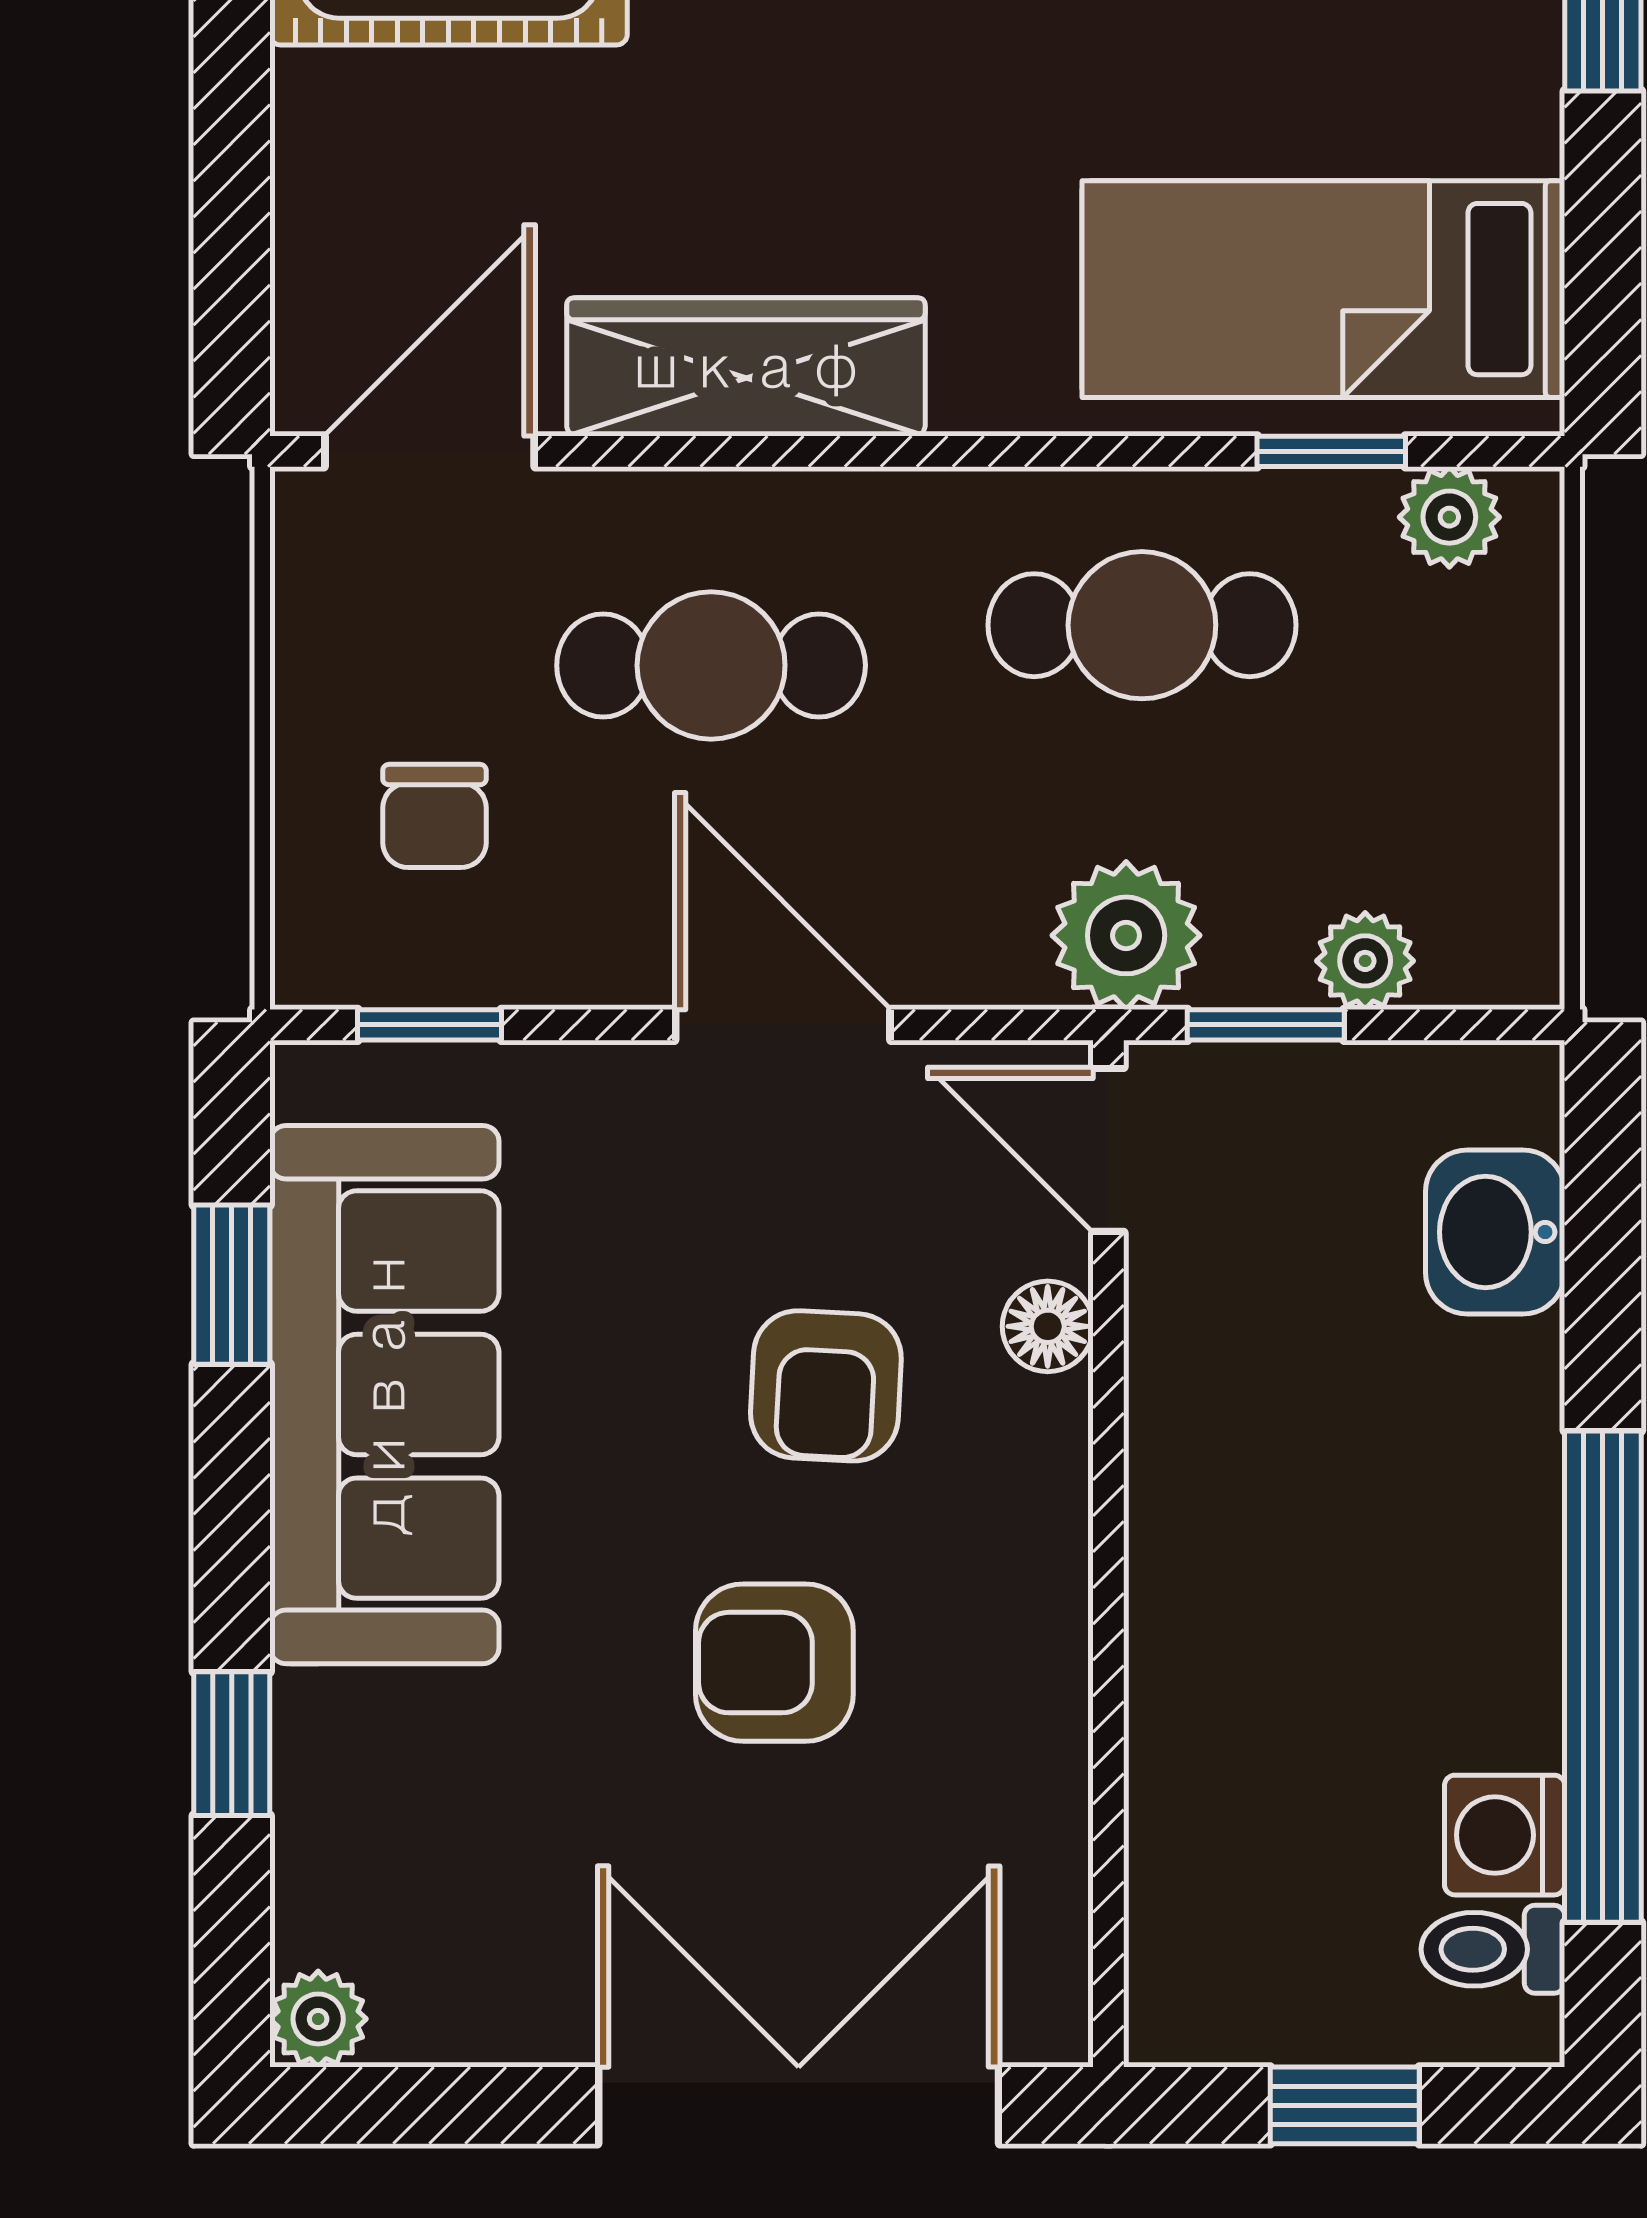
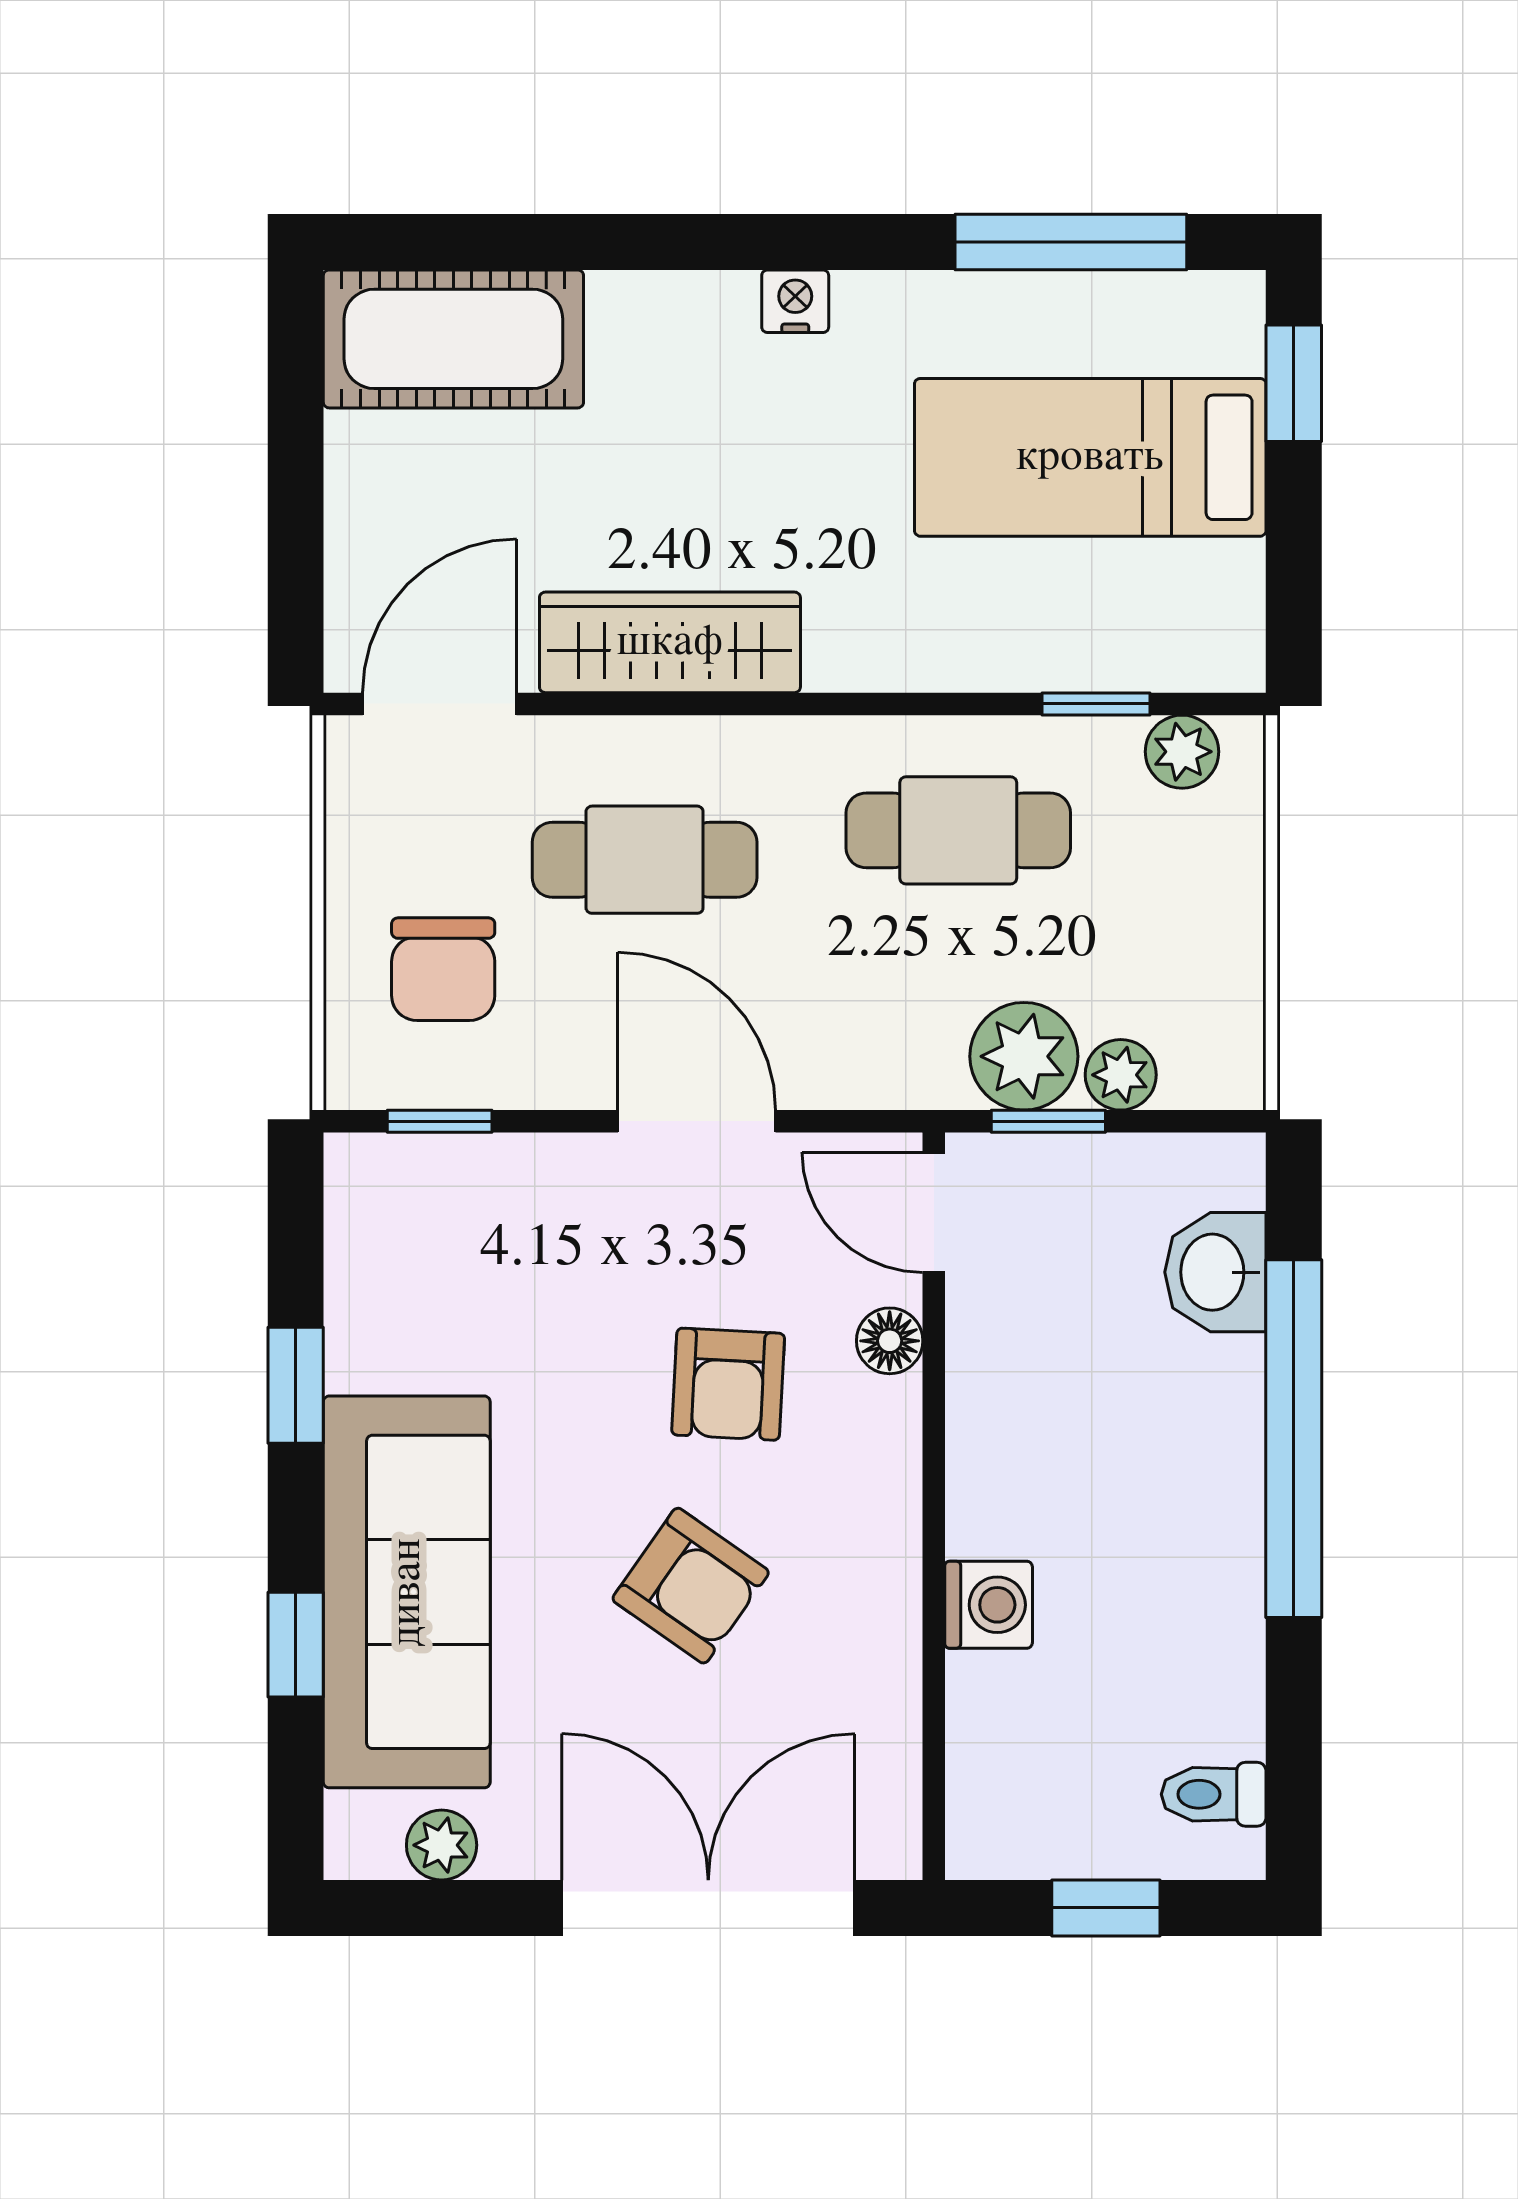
bed: (1323, 289) -> (1090, 457), moved
chair: (434, 816) -> (443, 969), width x1.37, depth x1.37
plant: (1126, 935) -> (1024, 1056), moved
window: (232, 1285) -> (296, 1385), moved
sofa: (384, 1395) -> (407, 1592), moved
armchair: (774, 1663) -> (691, 1586), turned -145
window: (1603, 1677) -> (1294, 1439), moved
washing machine: (1505, 1835) -> (989, 1605), moved, turned 180
plant: (318, 2019) -> (442, 1845), moved

